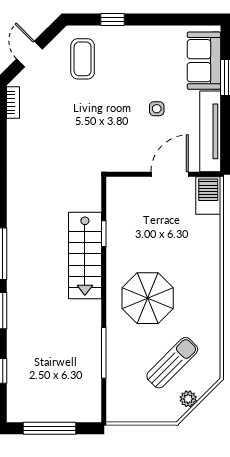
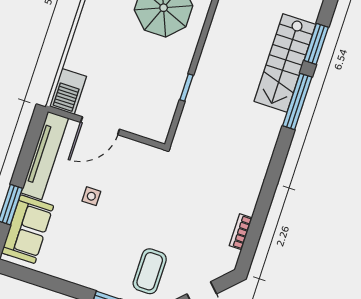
bookcase: (13, 103) -> (241, 232), moved
stairs: (85, 256) -> (285, 63), moved, turned 180

